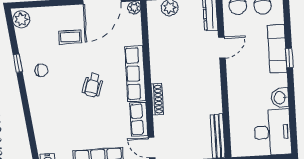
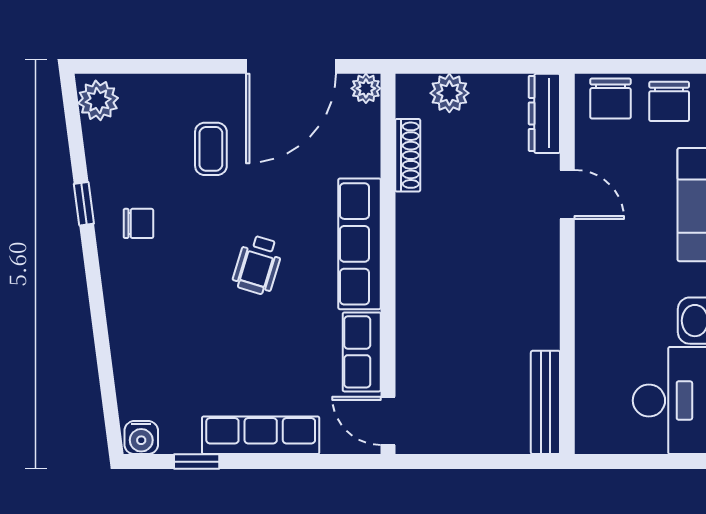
coffee table: (70, 37) -> (211, 149), turned 90
door: (222, 48) -> (567, 194), hinge flipped
shoe rack: (157, 99) -> (408, 155), moved

